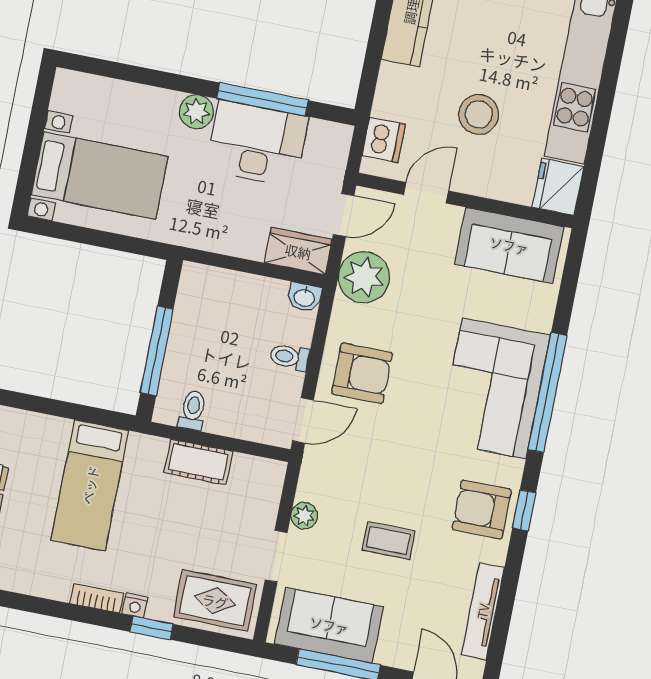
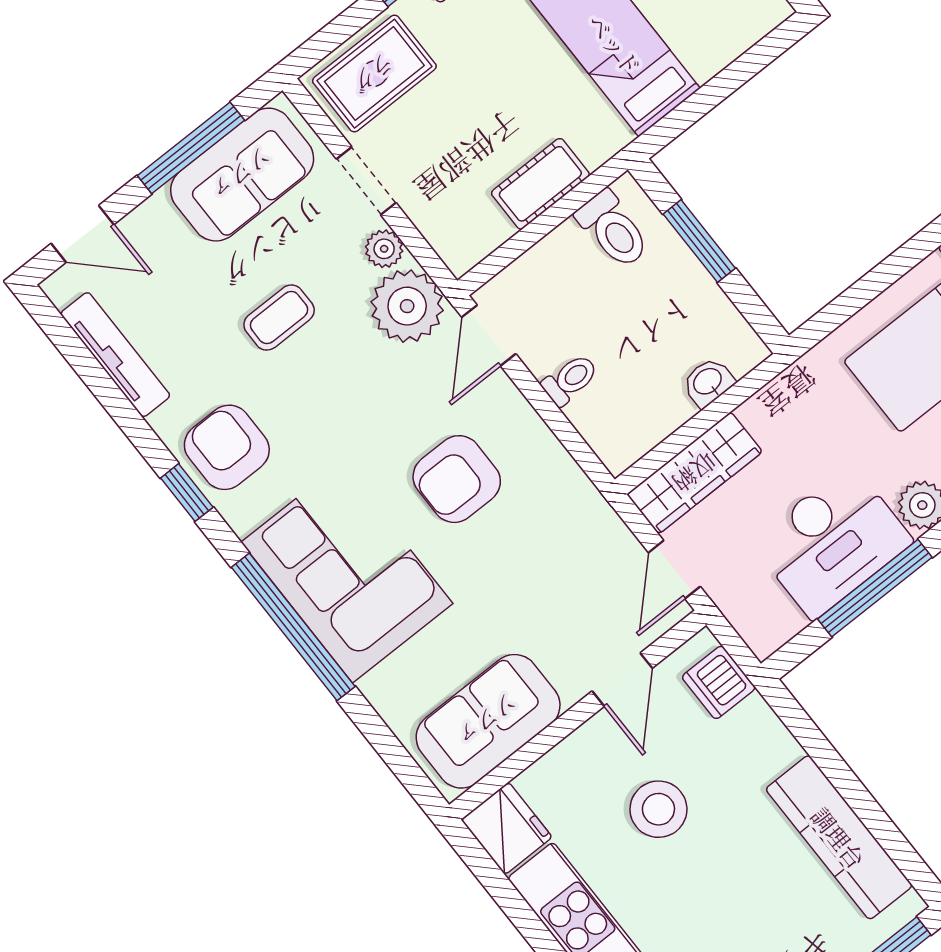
wardrobe: (298, 251) -> (695, 473), width x1.50
plant: (364, 277) -> (407, 306), moved
washbasin: (304, 297) -> (708, 382), moved
window: (157, 351) -> (699, 241), width x0.69
armchair: (362, 373) -> (457, 479), moved
toilet: (193, 410) -> (613, 229), width x1.37, depth x1.39
armchair: (482, 509) -> (227, 447), turned -90

